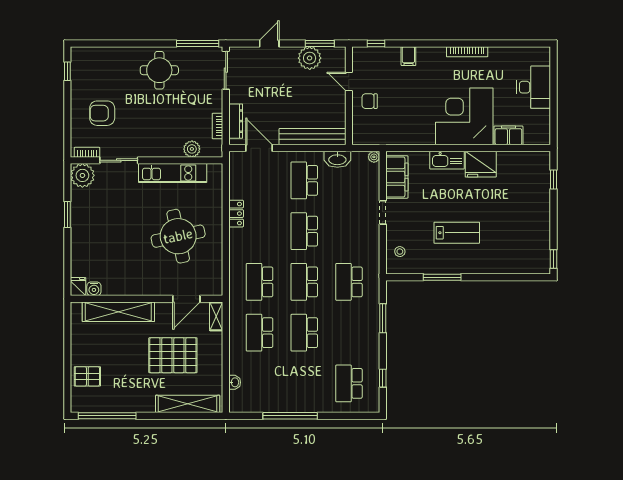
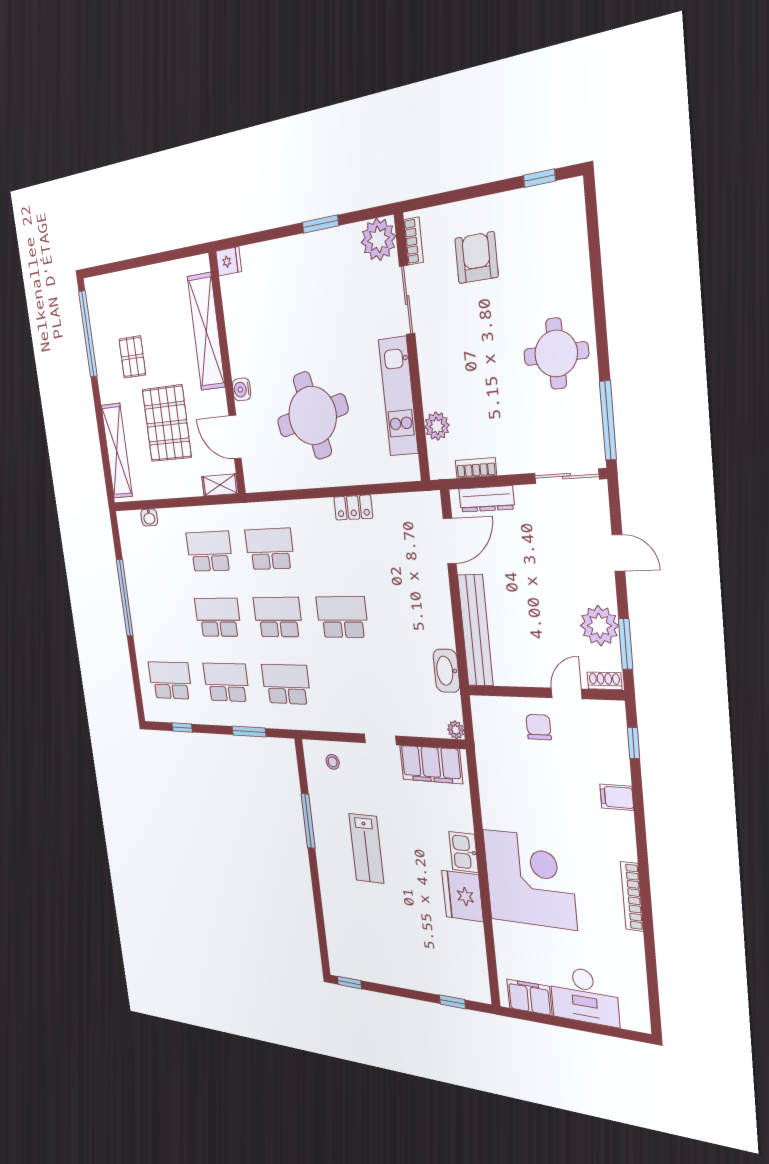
shoe rack: (341, 58) -> (605, 681), added
filing cabinet: (508, 135) -> (529, 997), moved, turned -90
kitchen sink: (447, 160) -> (464, 852), width x0.73
school desk: (304, 180) -> (226, 682), moved
water cooler: (94, 289) -> (242, 389), moved
pallet: (87, 376) -> (132, 357), moved

